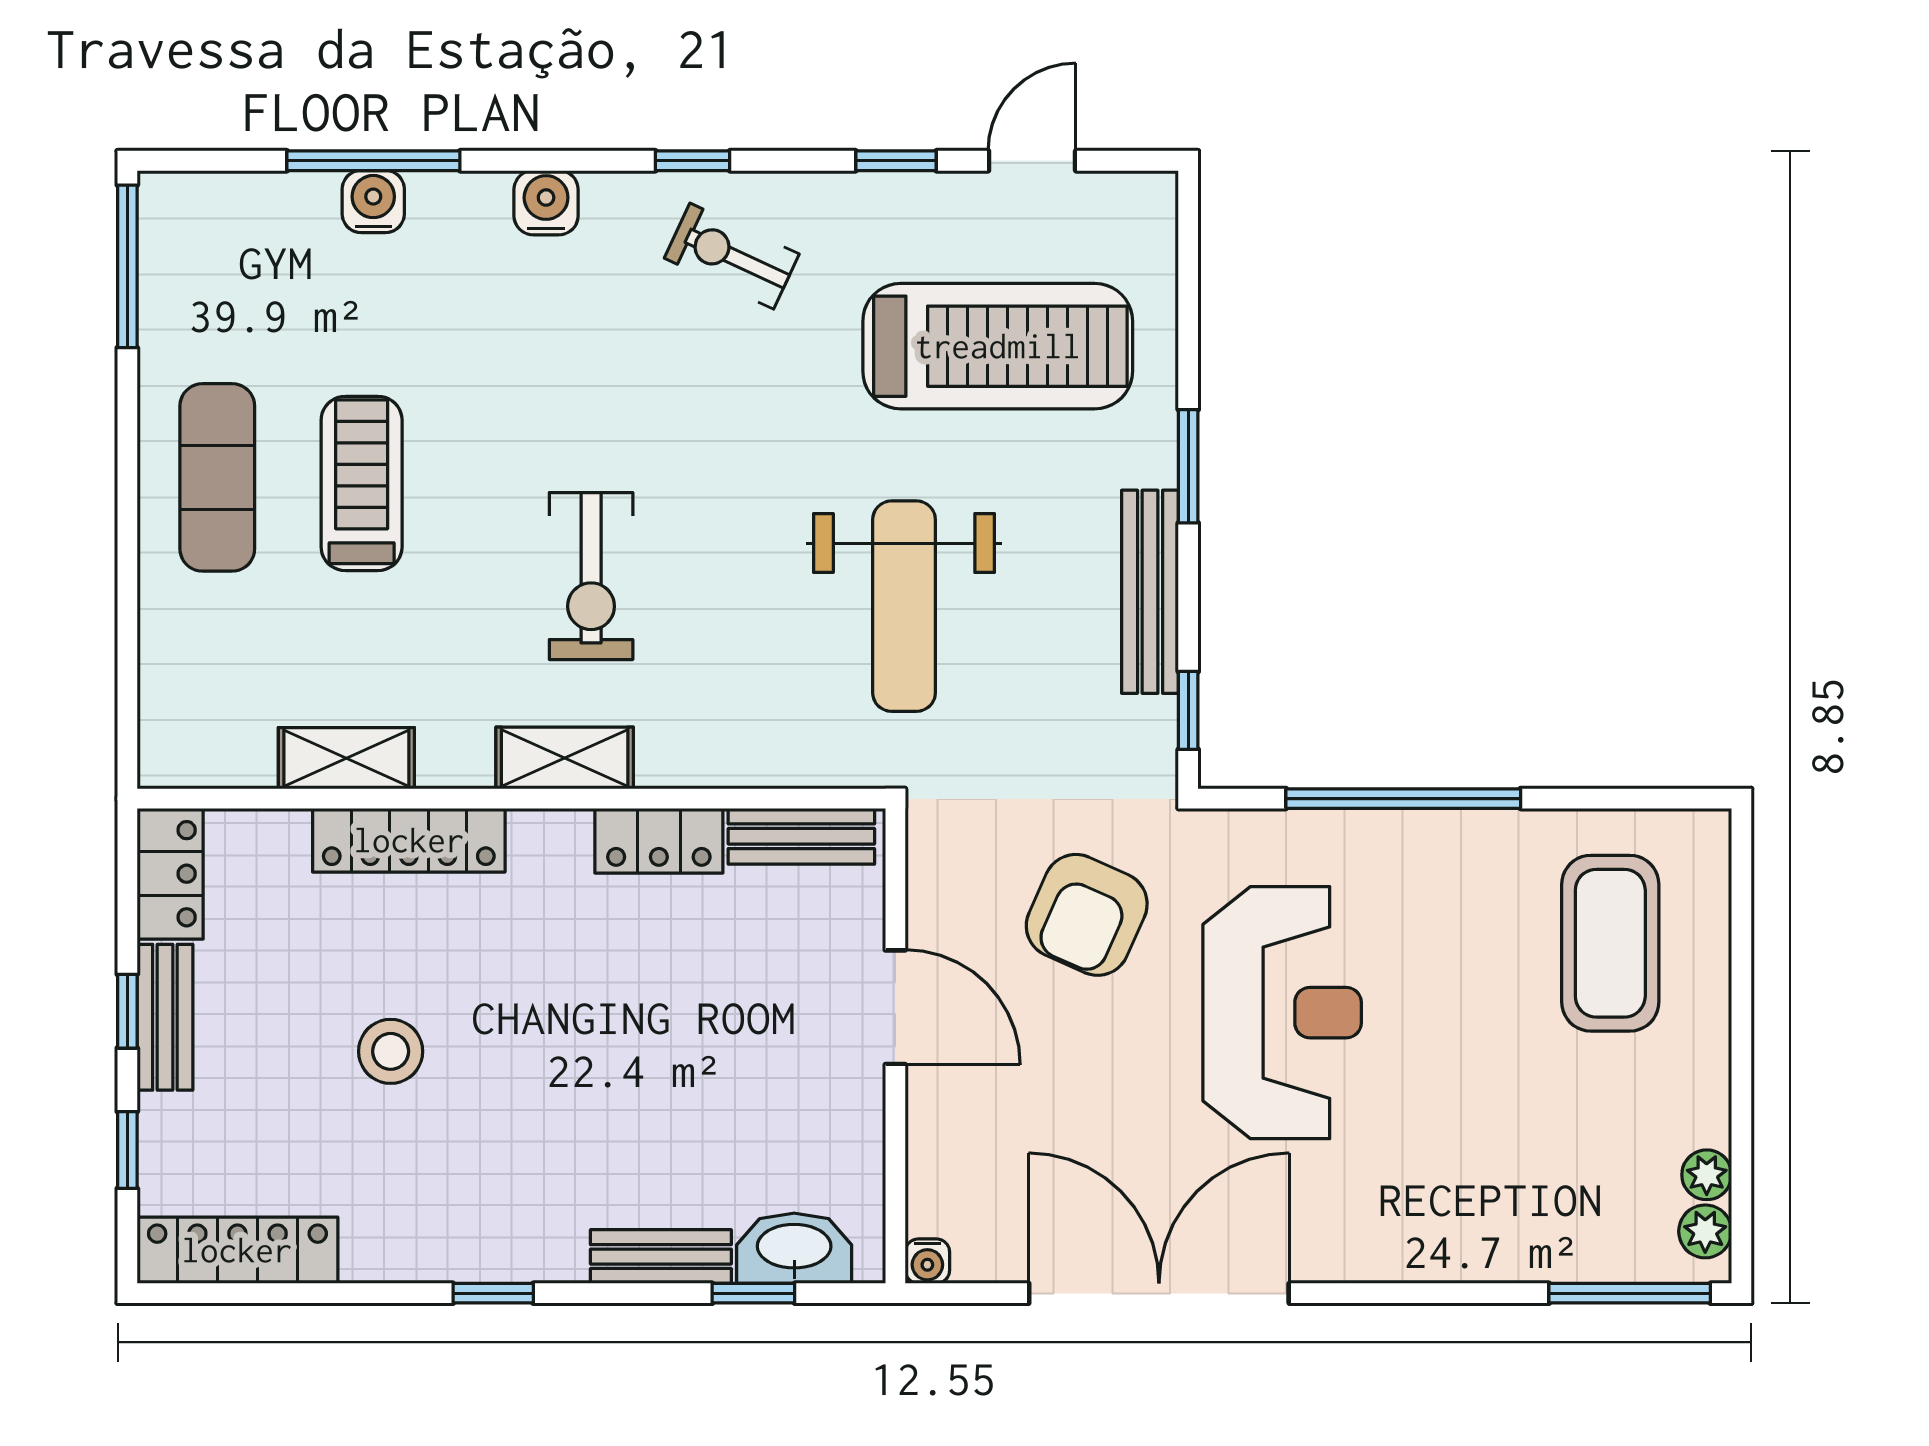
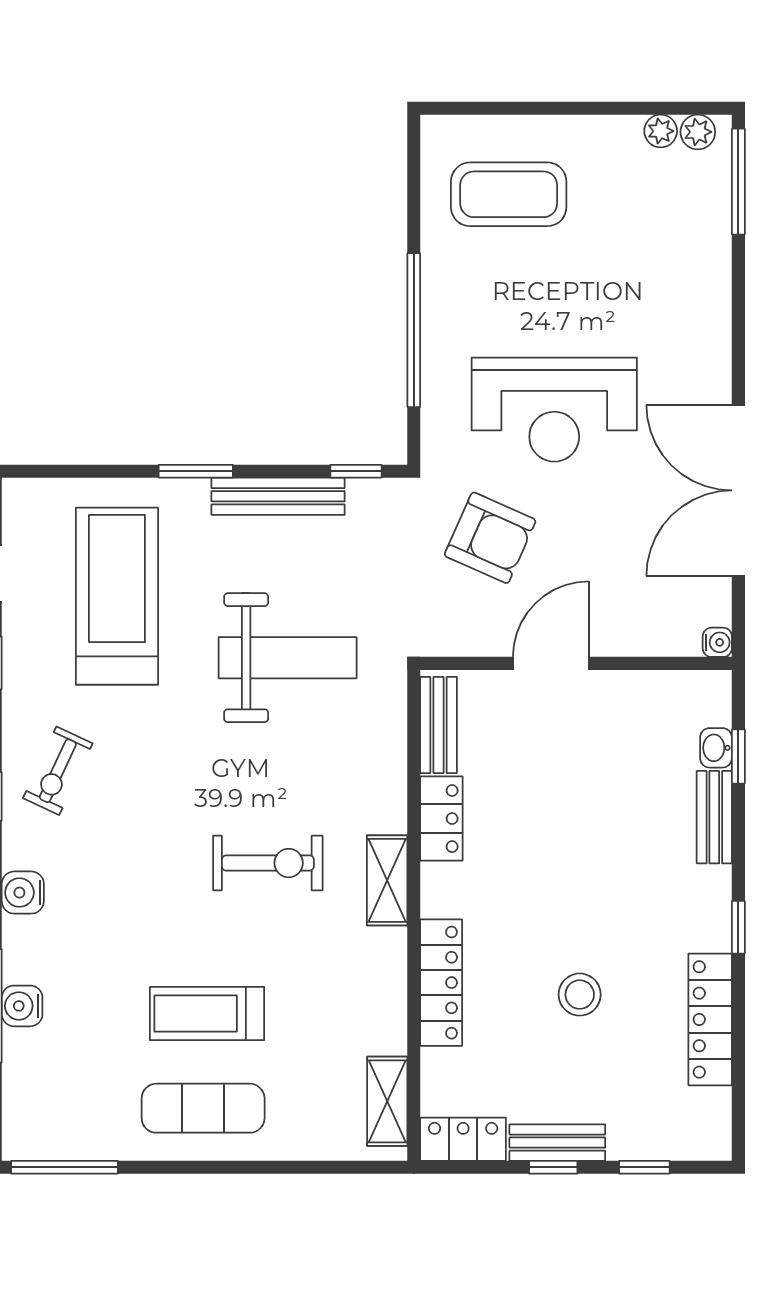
shelving: (346, 758) -> (387, 1101), moved
reception desk: (1282, 1013) -> (554, 410), turned 180
washbasin: (794, 1248) -> (716, 748), width x0.52, depth x0.69
locker: (237, 1250) -> (710, 1019), moved

